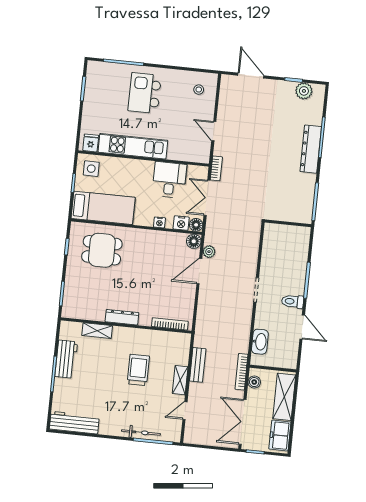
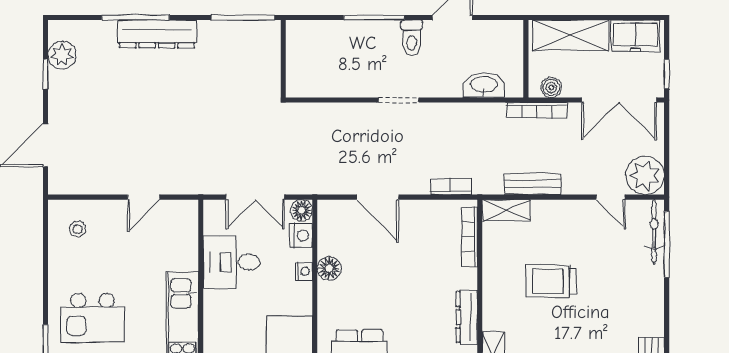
bookcase: (216, 168) -> (451, 187), moved
floor lamp: (194, 241) -> (329, 268), moved
plant: (209, 252) -> (645, 175), moved, width x1.88, depth x1.88
shelving: (180, 380) -> (506, 210), moved
bicycle: (141, 432) -> (654, 232), moved

